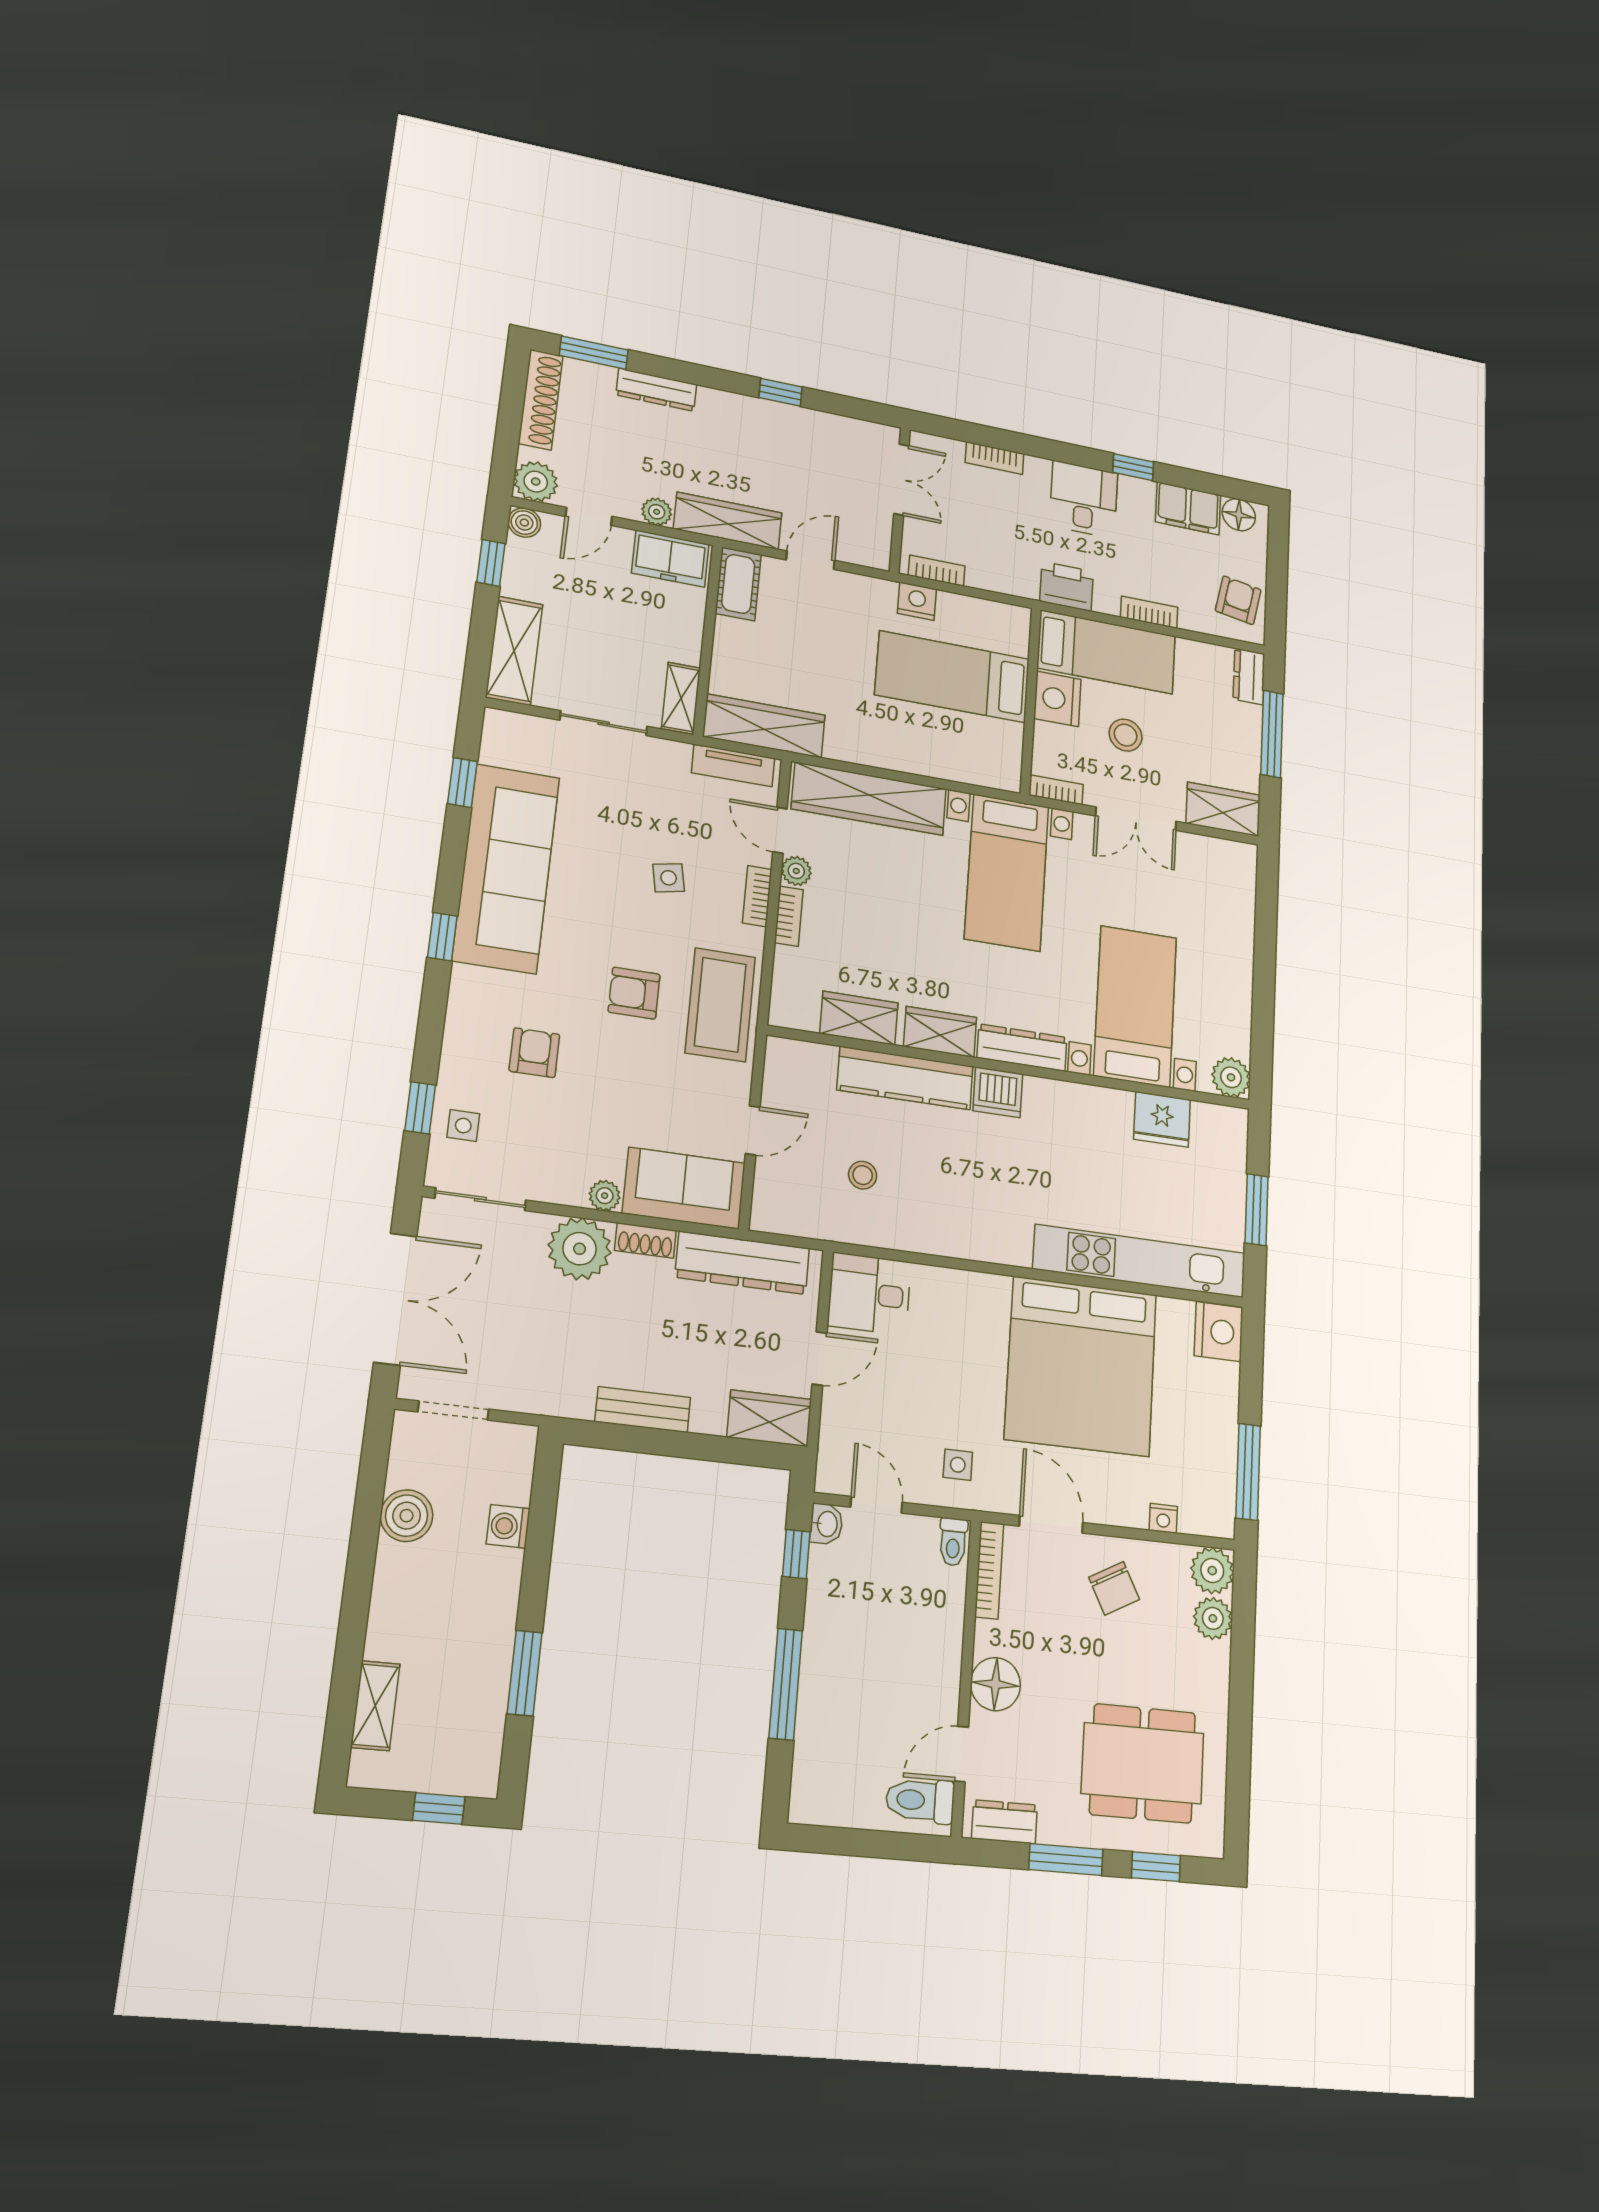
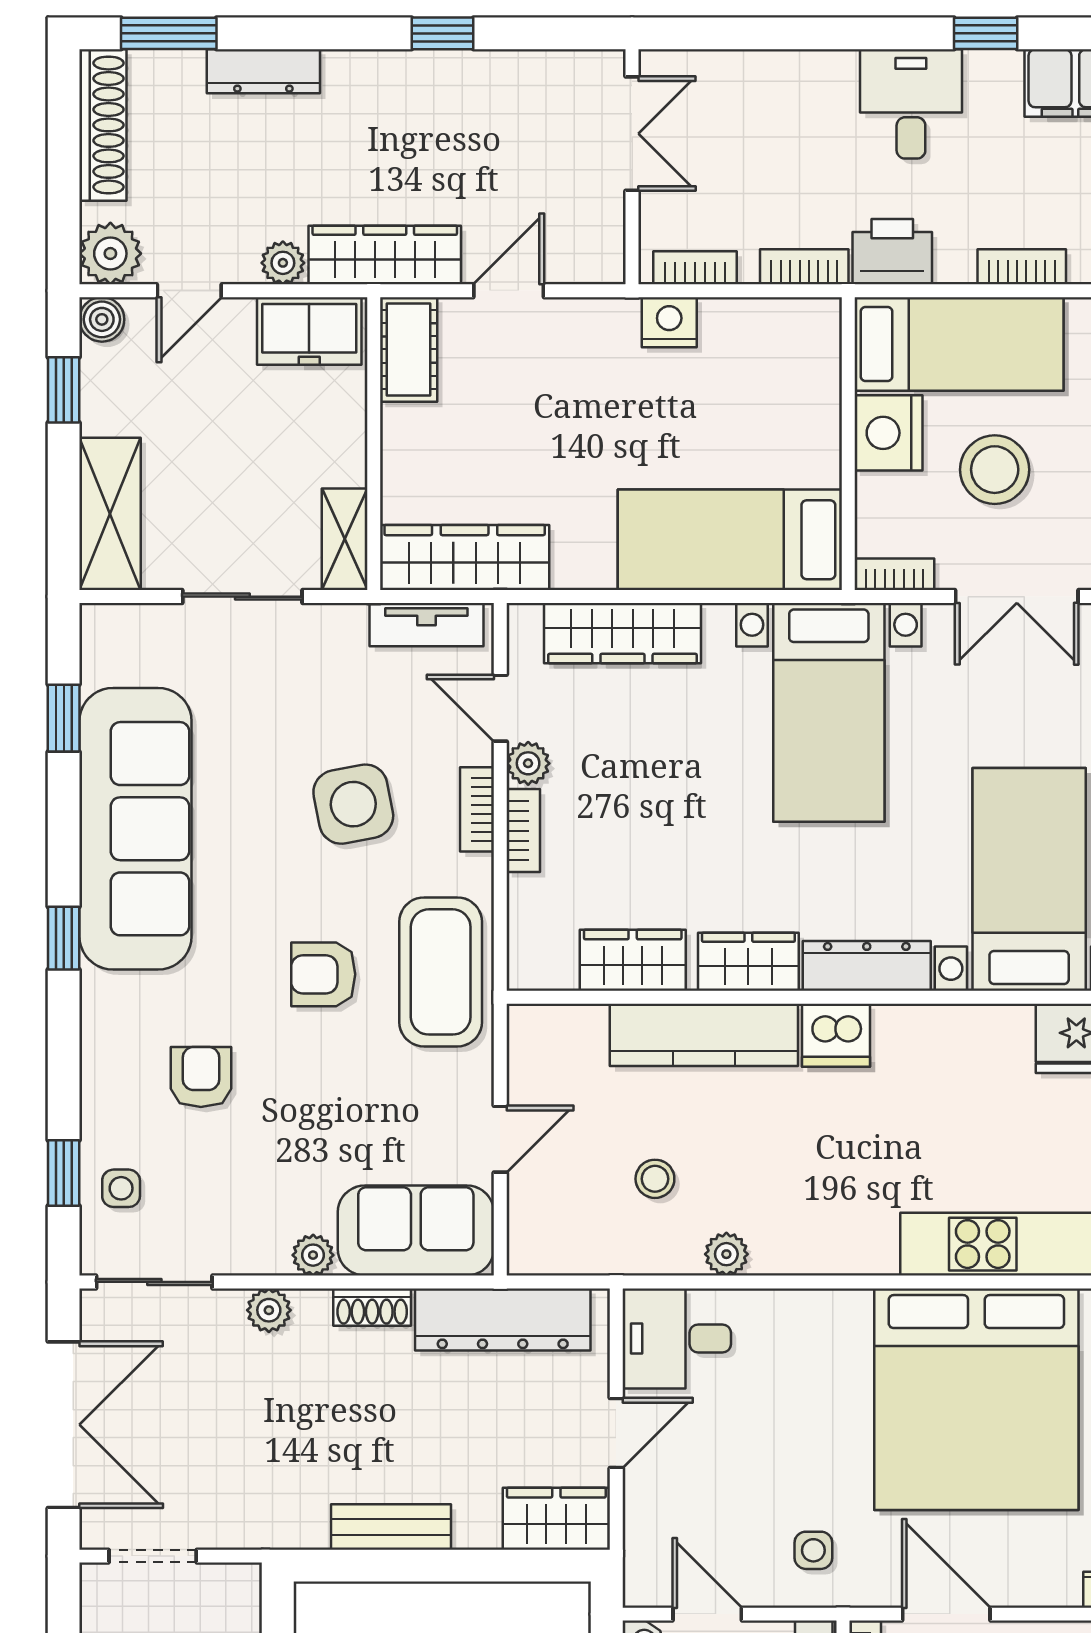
bookcase: (994, 458) -> (804, 267), moved, turned 180
bed: (952, 677) -> (730, 540), moved
stool: (1126, 735) -> (995, 470), width x1.38, depth x1.38
wardrobe: (869, 799) -> (622, 633), width x0.71, depth x0.85
side table: (669, 878) -> (353, 804), width x1.87, depth x1.87
plant: (910, 1237) -> (726, 1254), added
plant: (580, 1249) -> (269, 1310), width x0.53, depth x0.53

